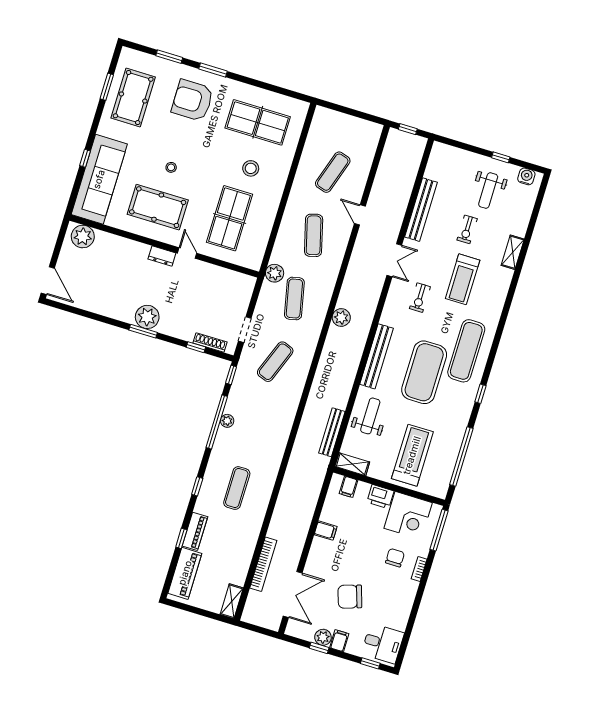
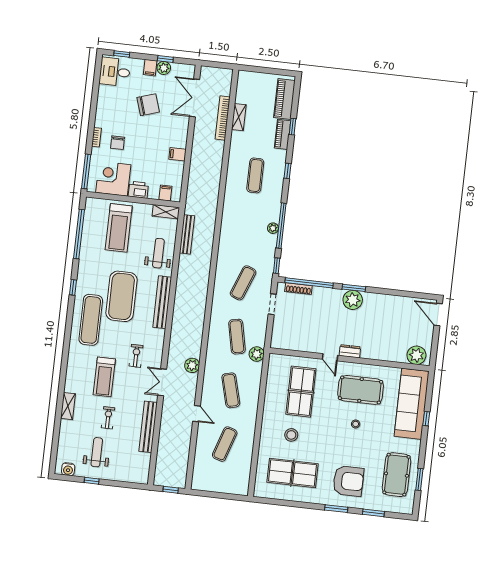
treadmill: (463, 279) -> (104, 377), turned 180
plant: (341, 317) -> (192, 365), moved
window: (196, 347) -> (309, 283), width x3.17
weight bench: (370, 416) -> (158, 253), turned 180
shelving: (232, 601) -> (239, 117), moved

